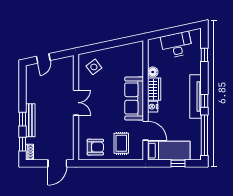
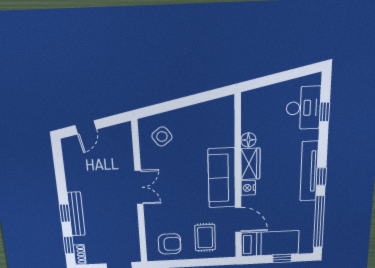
desk: (177, 45) -> (303, 108), moved, turned 102

